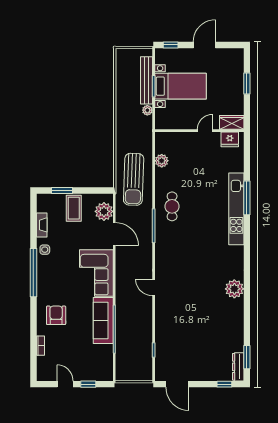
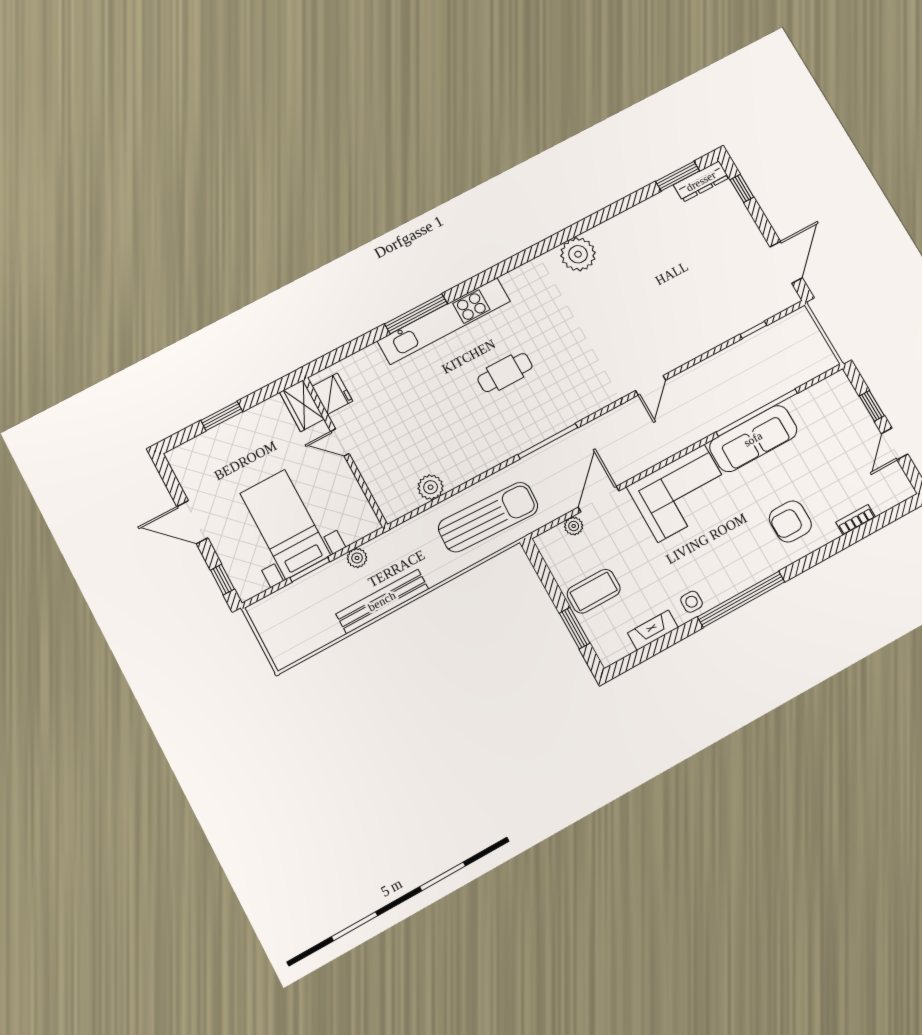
bench: (147, 80) -> (382, 601), moved
cafe table: (172, 206) -> (505, 373), moved
plant: (104, 211) -> (574, 526), width x0.53, depth x0.53

